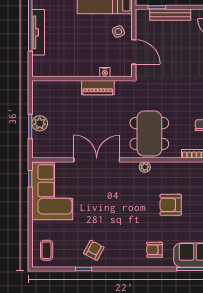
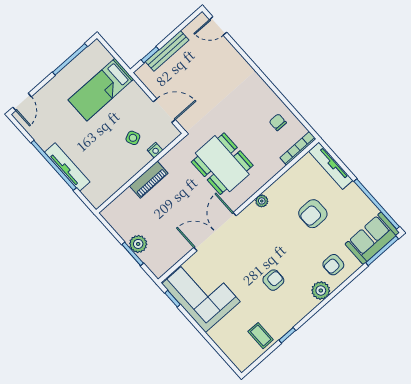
side table: (118, 32) -> (133, 138), moved
piano: (98, 88) -> (149, 180), moved
dining table: (149, 134) -> (222, 164), moved
coffee table: (47, 250) -> (261, 336), moved
armchair: (94, 250) -> (273, 280), moved, turned 62
plant: (131, 259) -> (321, 291), added

